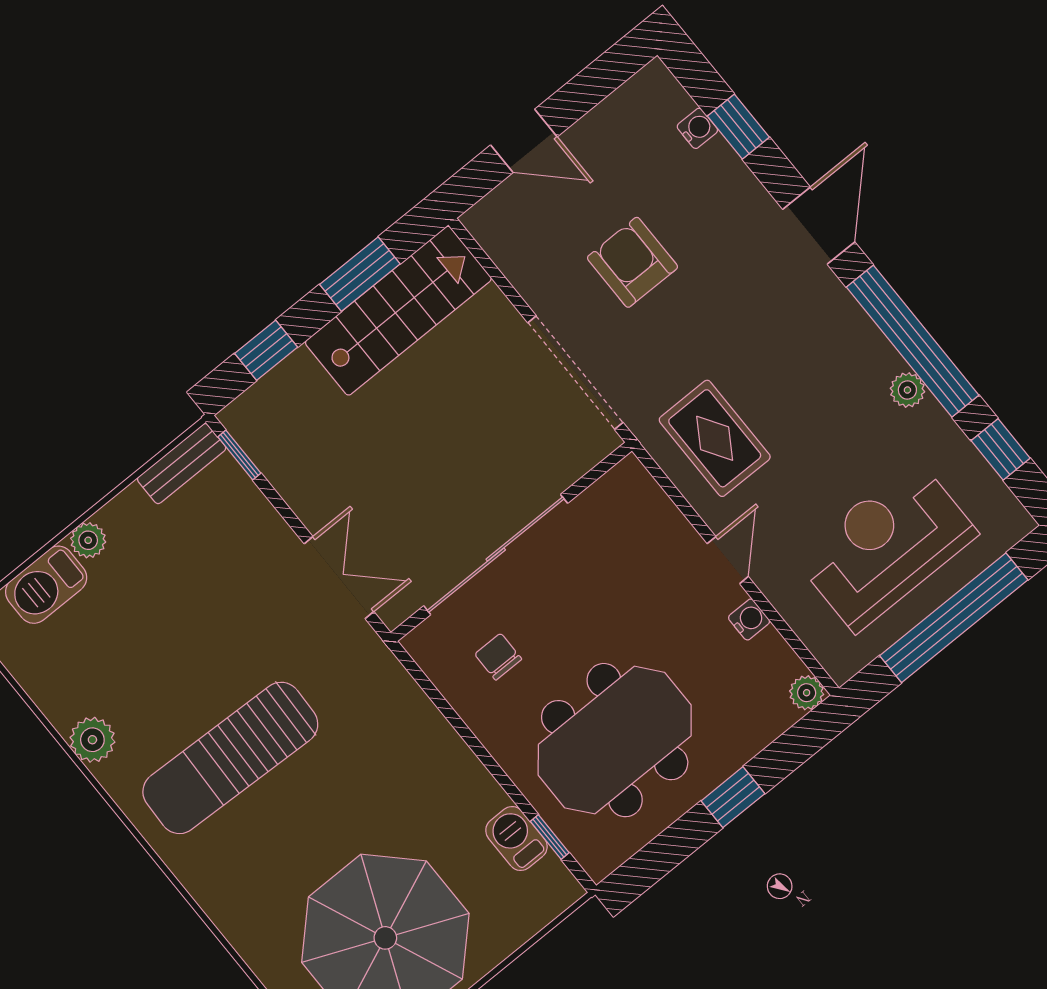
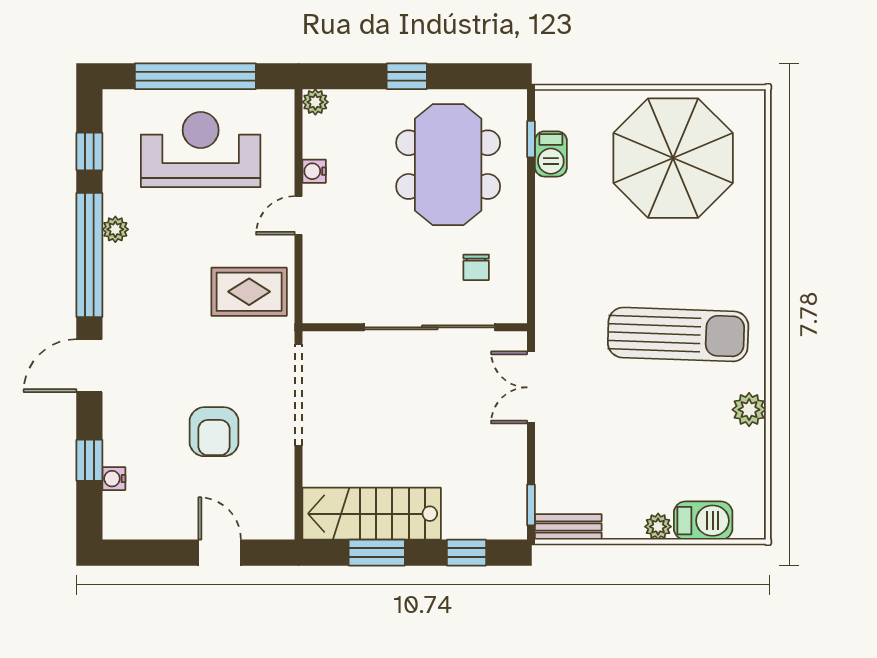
rug: (715, 438) -> (249, 292), turned 90
reception desk: (886, 546) -> (201, 150), turned 180
meeting table: (615, 740) -> (448, 165), turned 90

